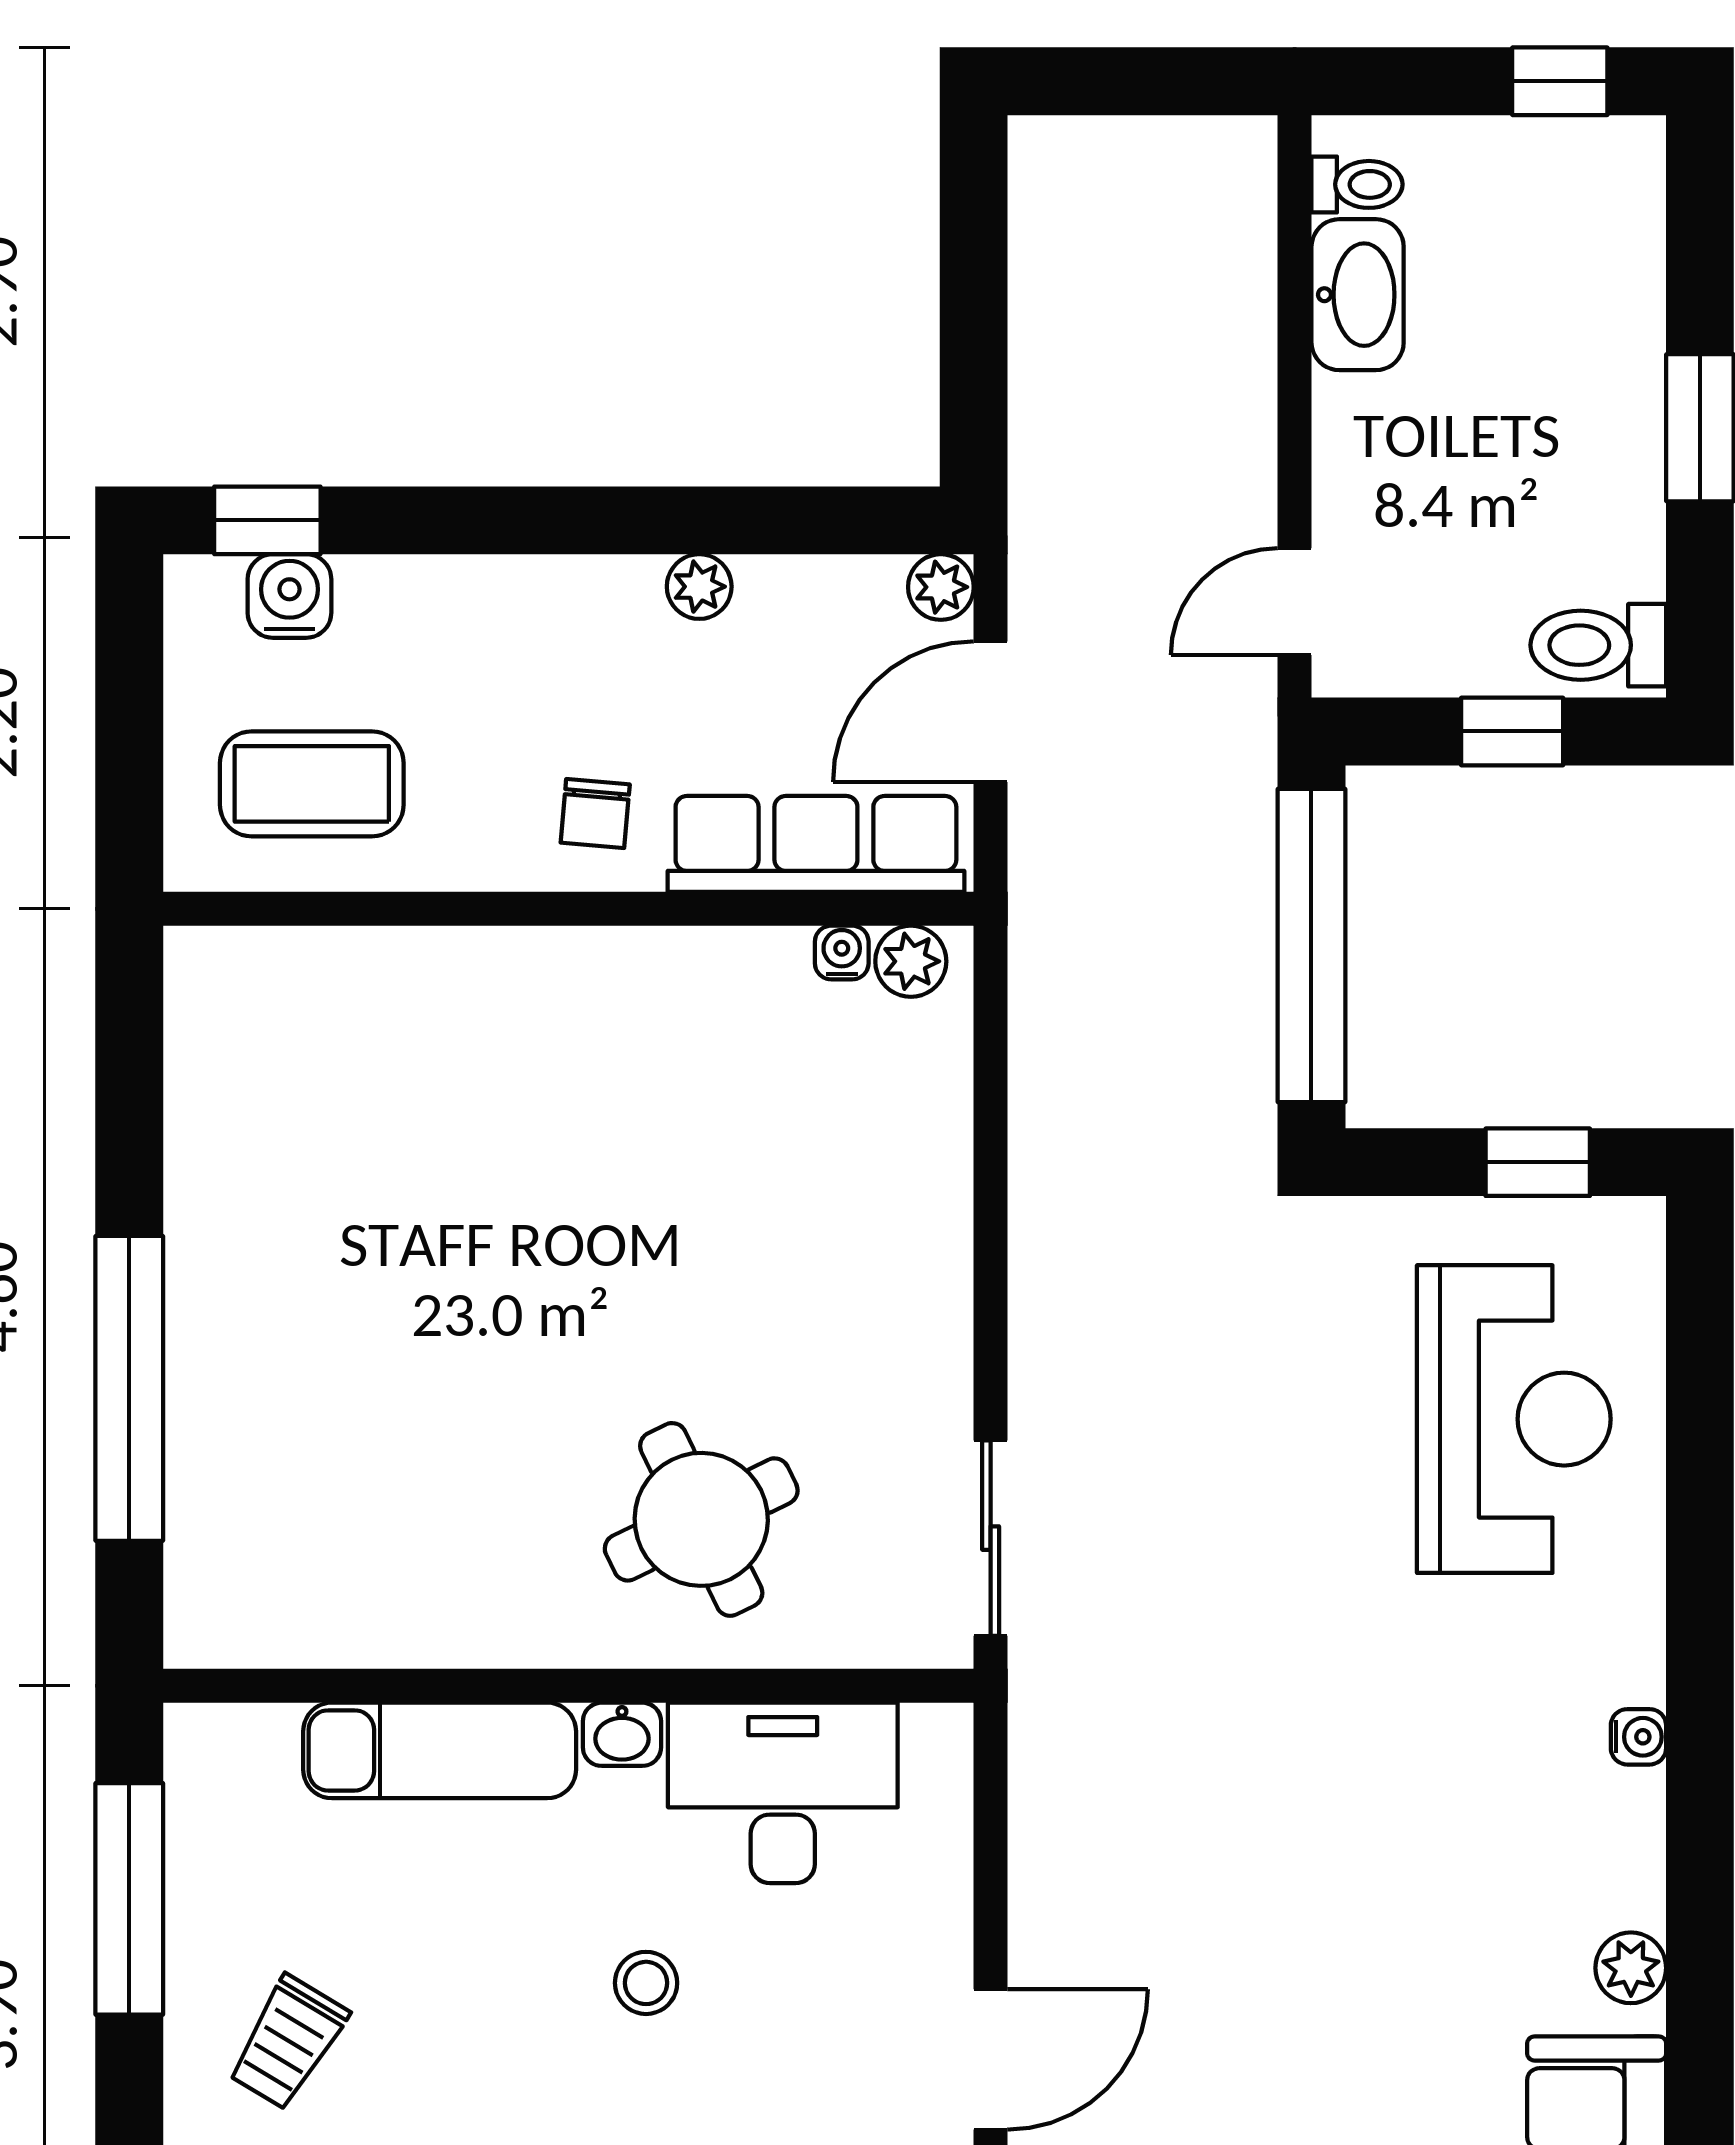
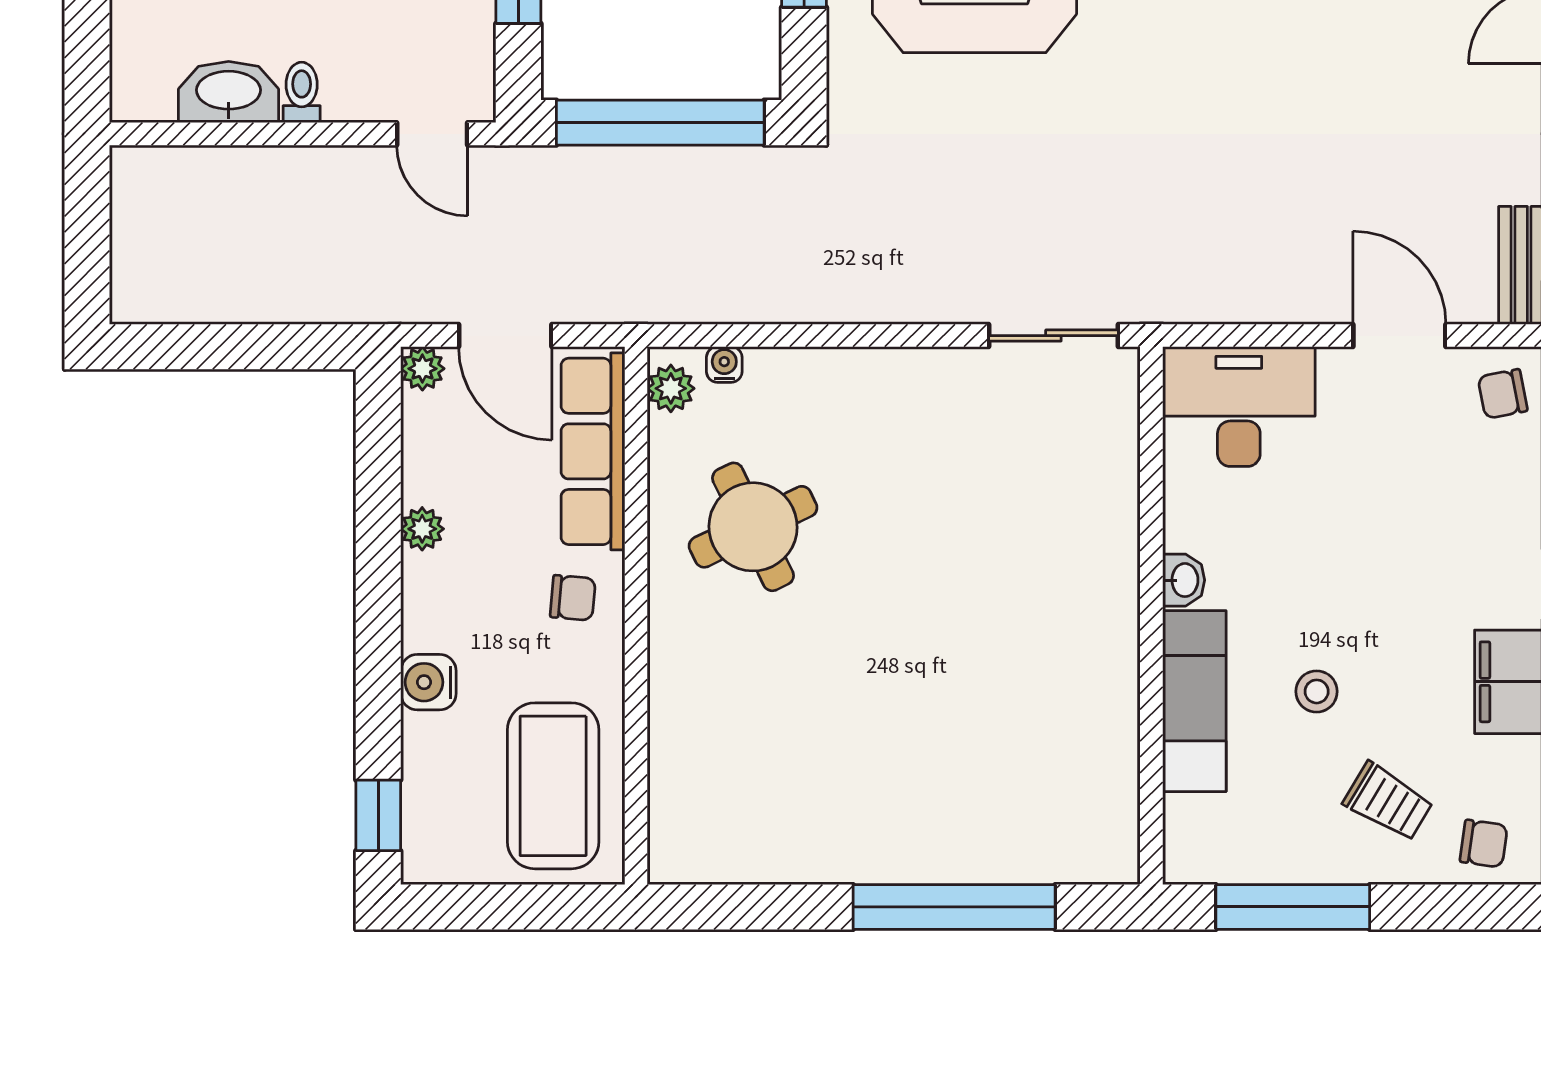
toilet: (1357, 184) -> (302, 92), moved
water cooler: (289, 596) -> (428, 682), moved
coffee table: (312, 784) -> (553, 786), width x1.36, depth x1.32
water cooler: (842, 953) -> (724, 364), moved, turned 90
round table: (701, 1519) -> (753, 527), moved
desk: (783, 1793) -> (1239, 407), moved, turned 90
stool: (646, 1983) -> (1317, 691), moved

